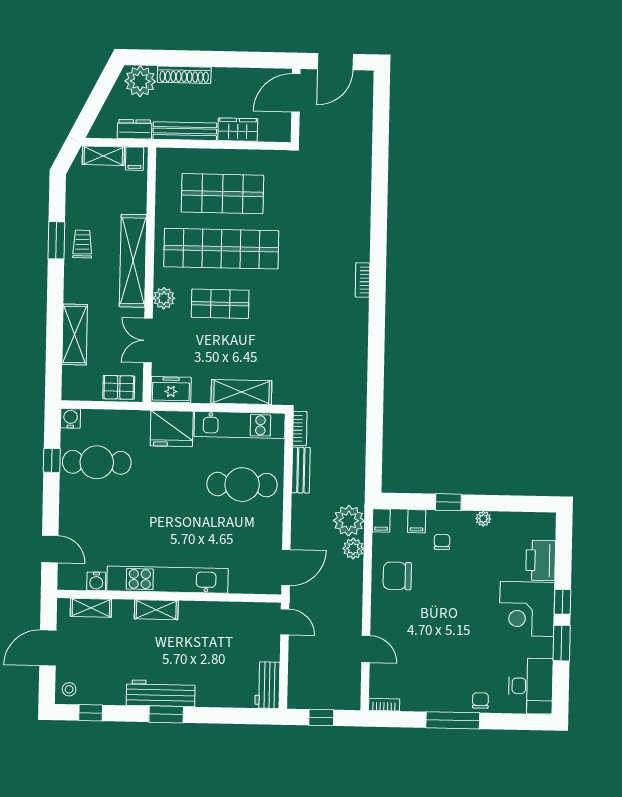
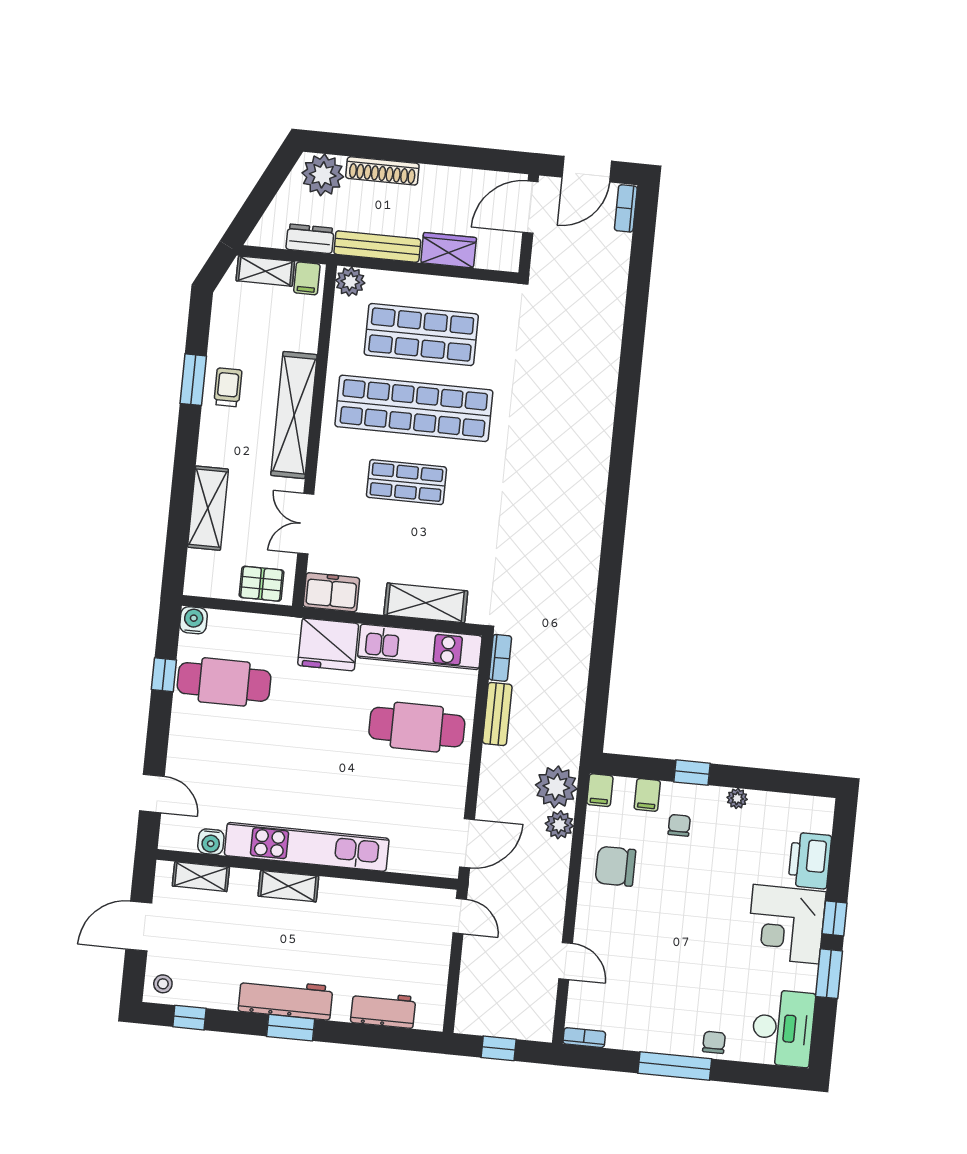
bookcase: (363, 280) -> (626, 208), moved
plant: (164, 298) -> (350, 282), moved
workbench: (267, 685) -> (383, 1010), moved, turned 90

